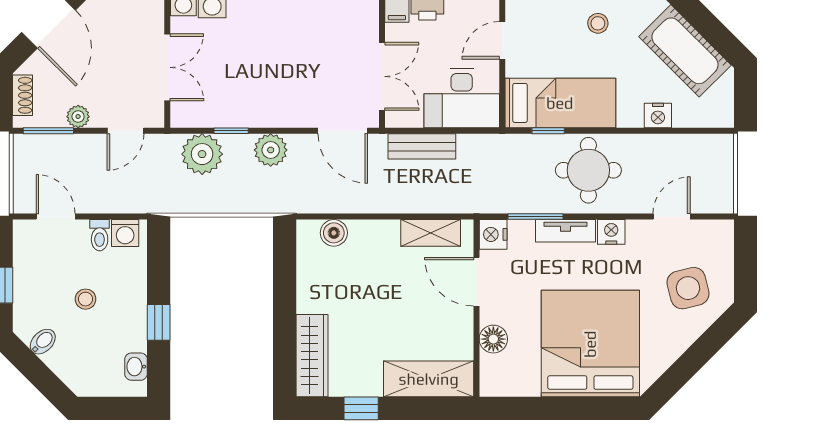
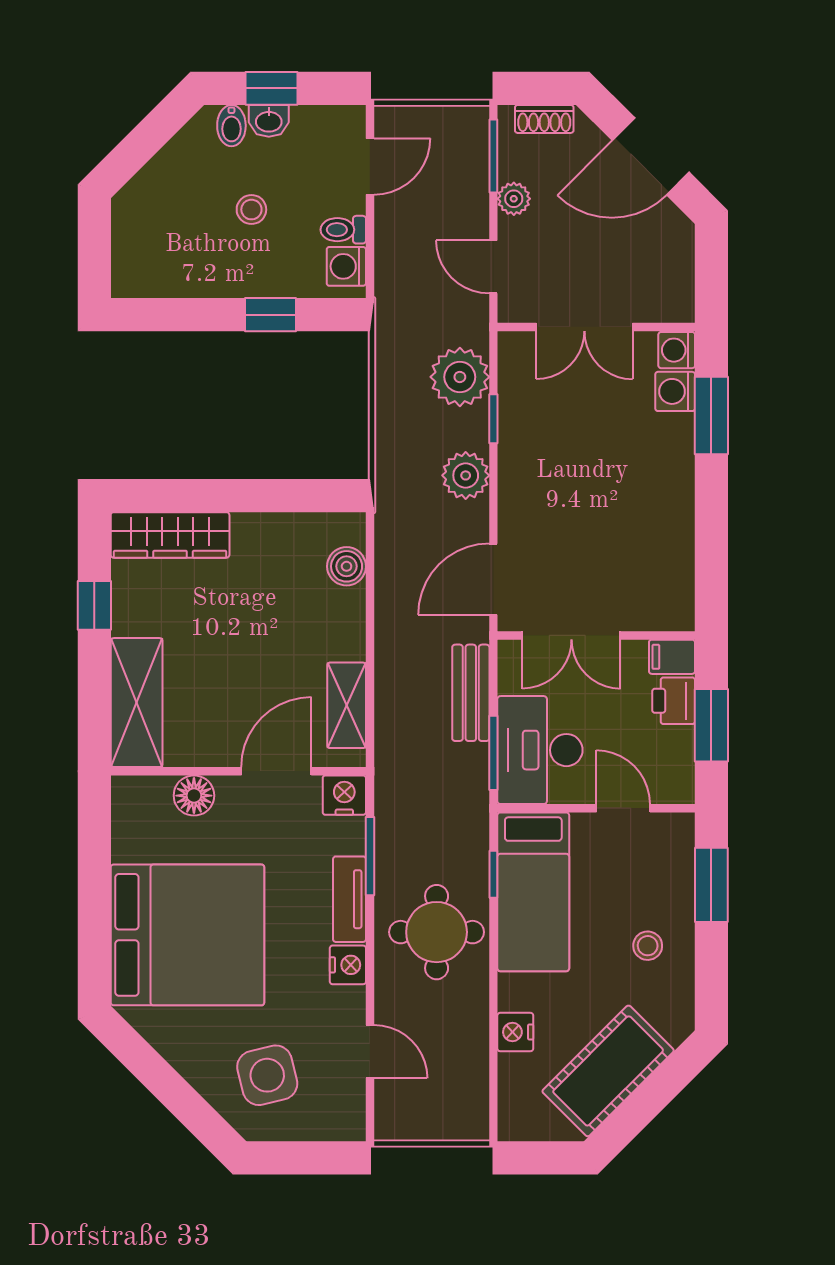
window: (464, 131) -> (493, 753), added
window: (159, 322) -> (271, 315), moved
bidet: (43, 342) -> (231, 126), moved, turned 45
washbasin: (136, 367) -> (269, 121), moved, turned 180

